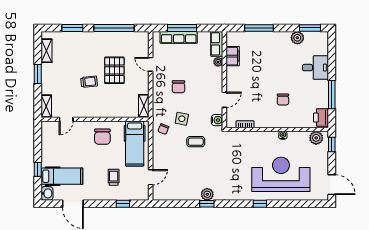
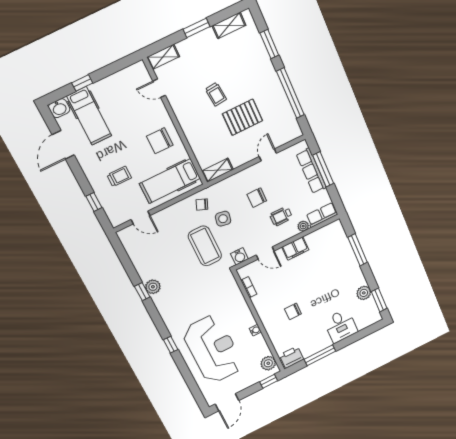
filing cabinet: (233, 56) -> (295, 248), moved
wheelchair: (202, 75) -> (281, 216), added
coffee table: (196, 142) -> (205, 246), width x1.86, depth x1.72

